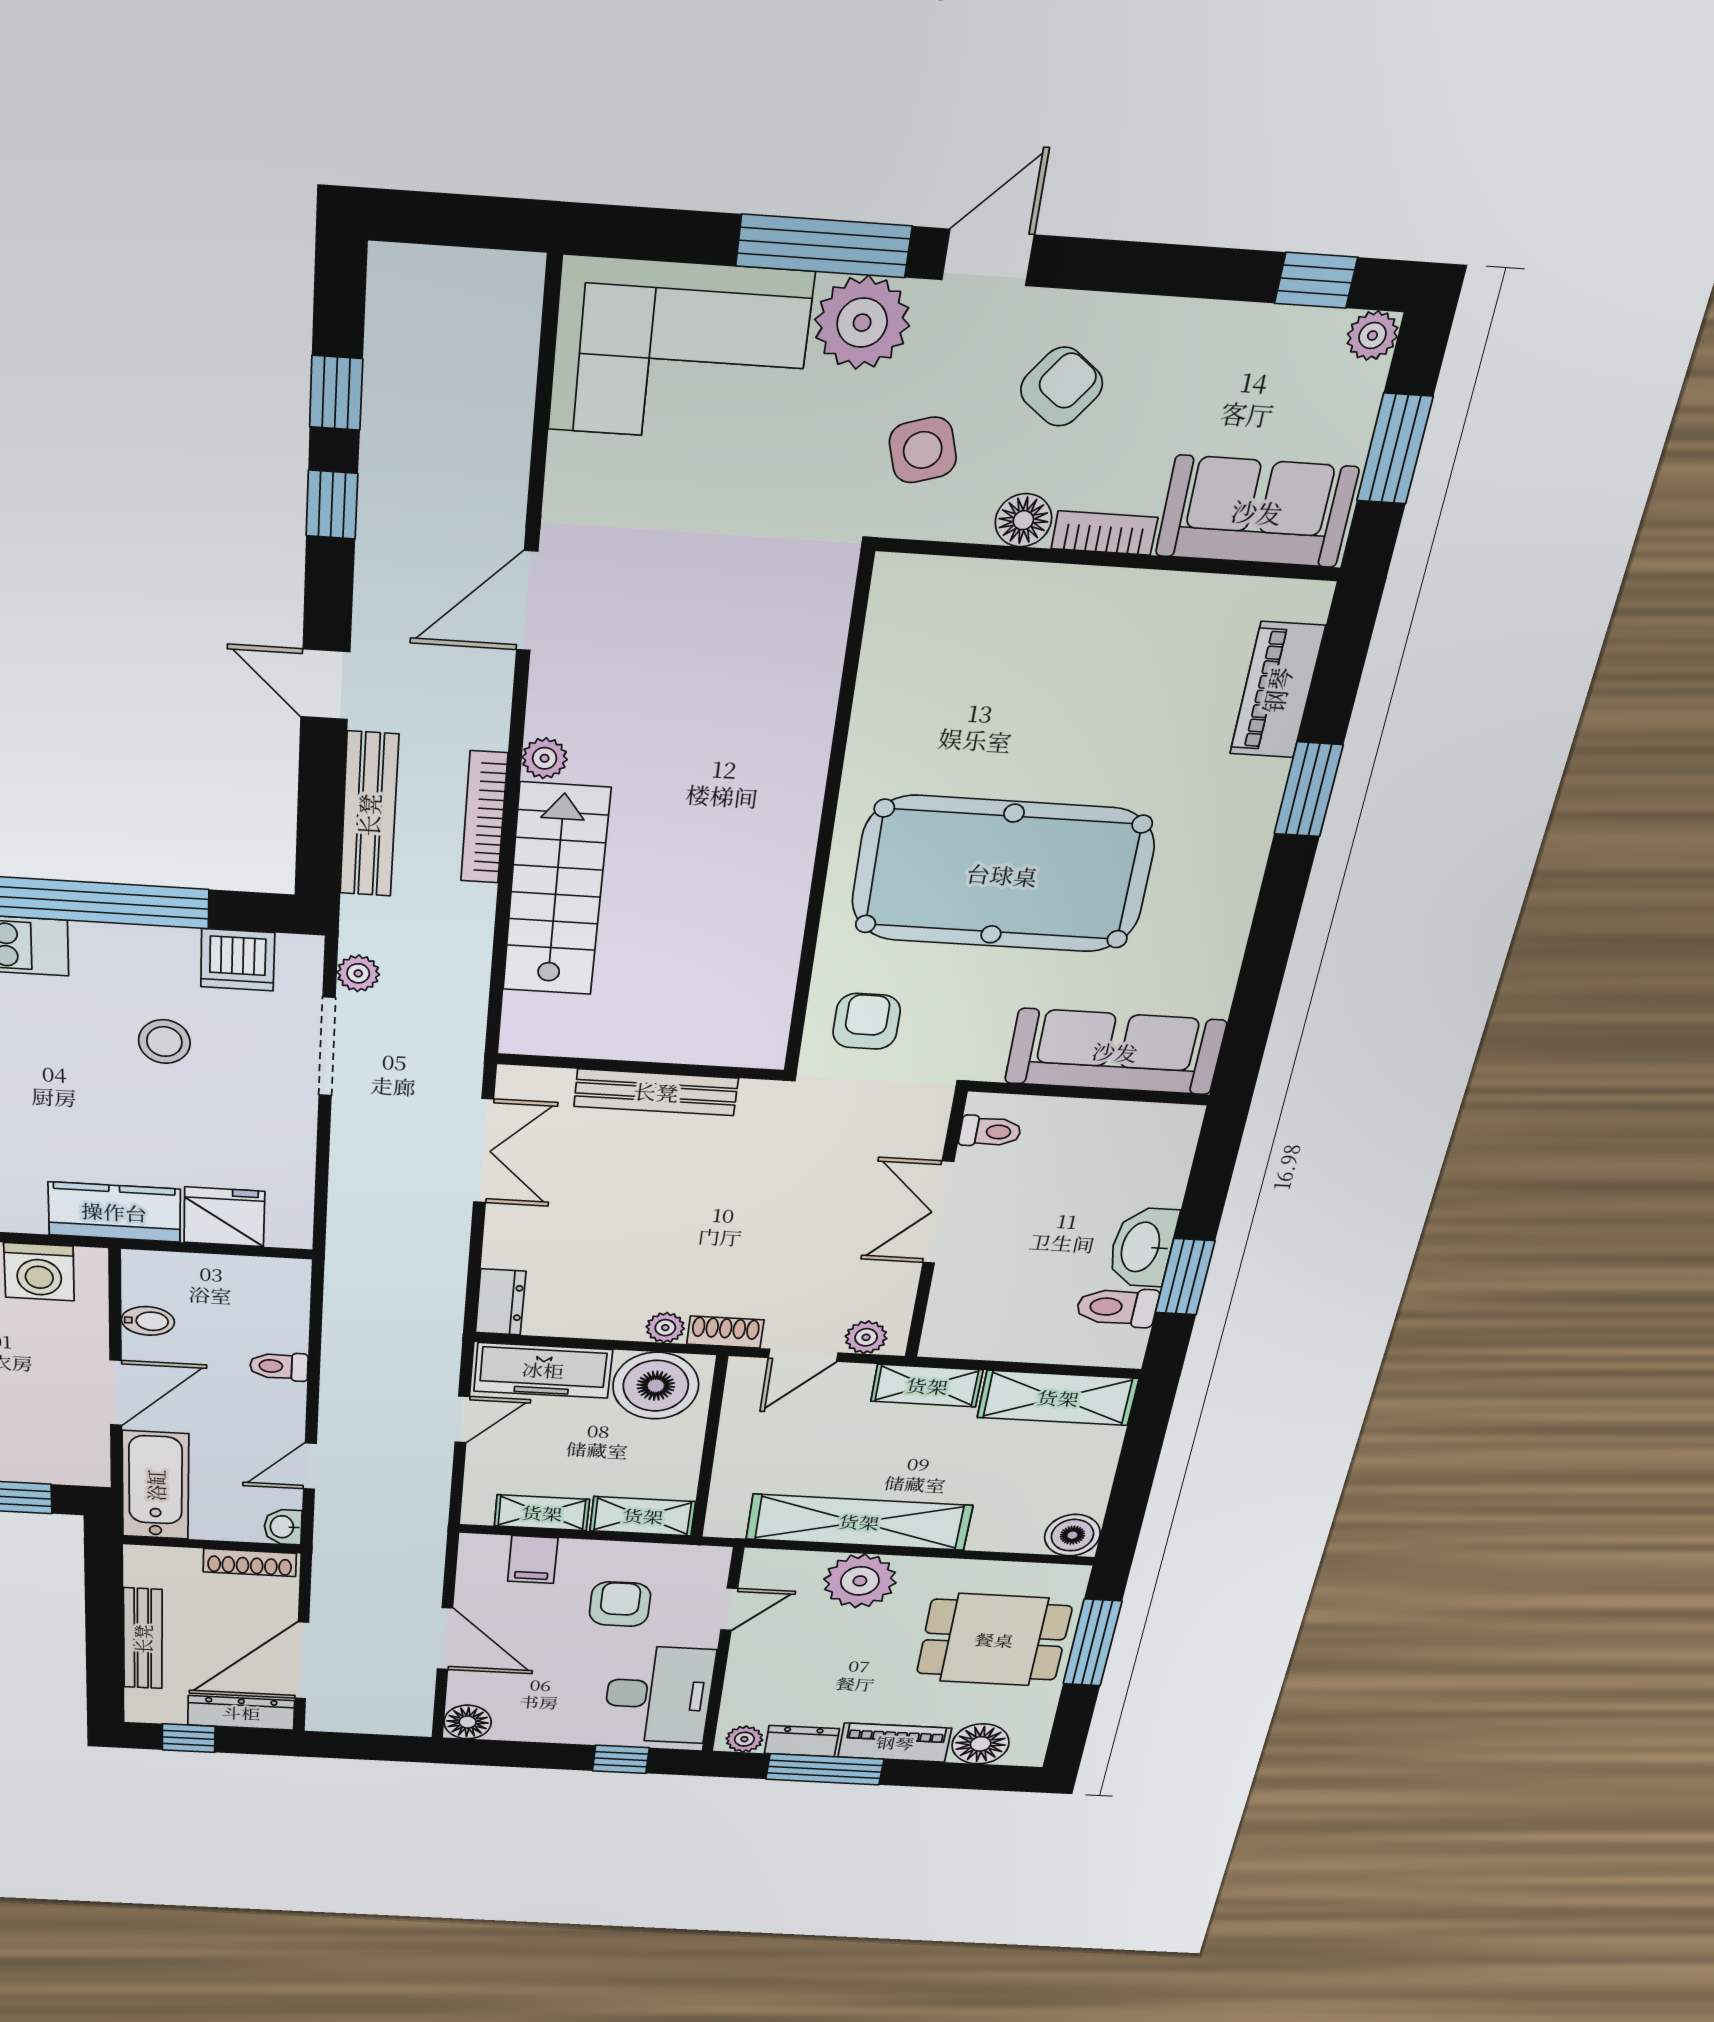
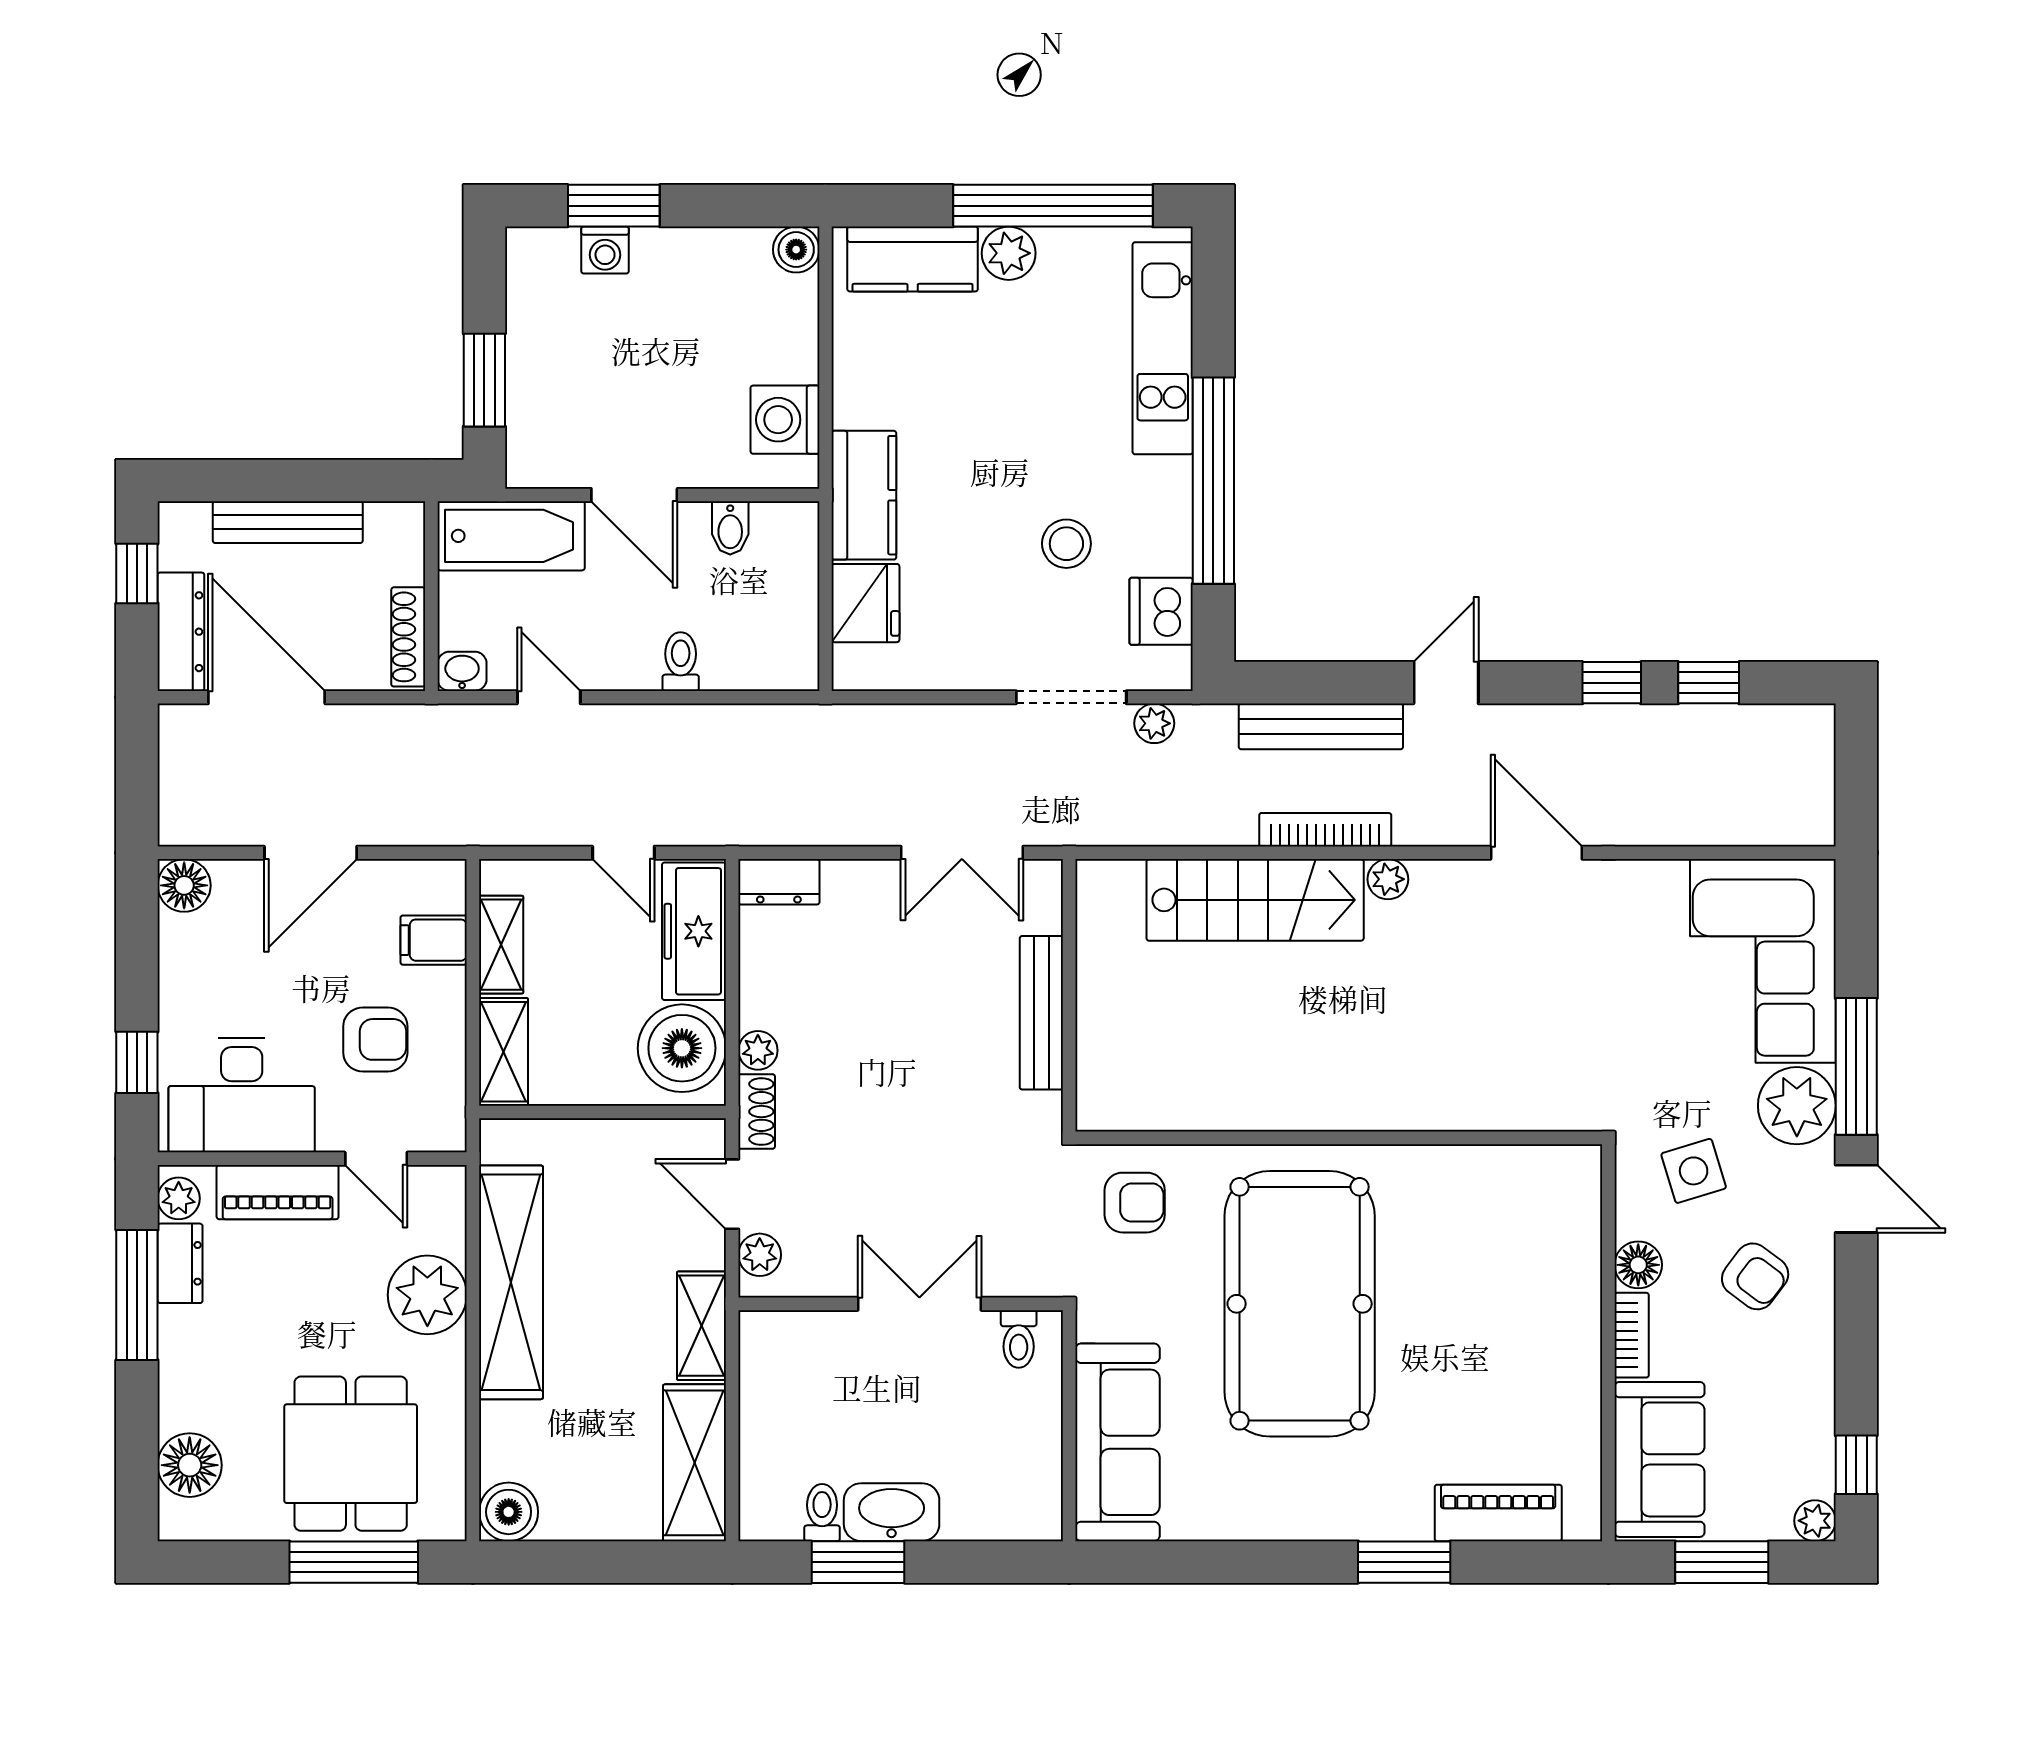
toilet: (1117, 1307) -> (822, 1513), width x0.73, depth x0.72
piano: (895, 1743) -> (278, 1192), moved, turned 90

